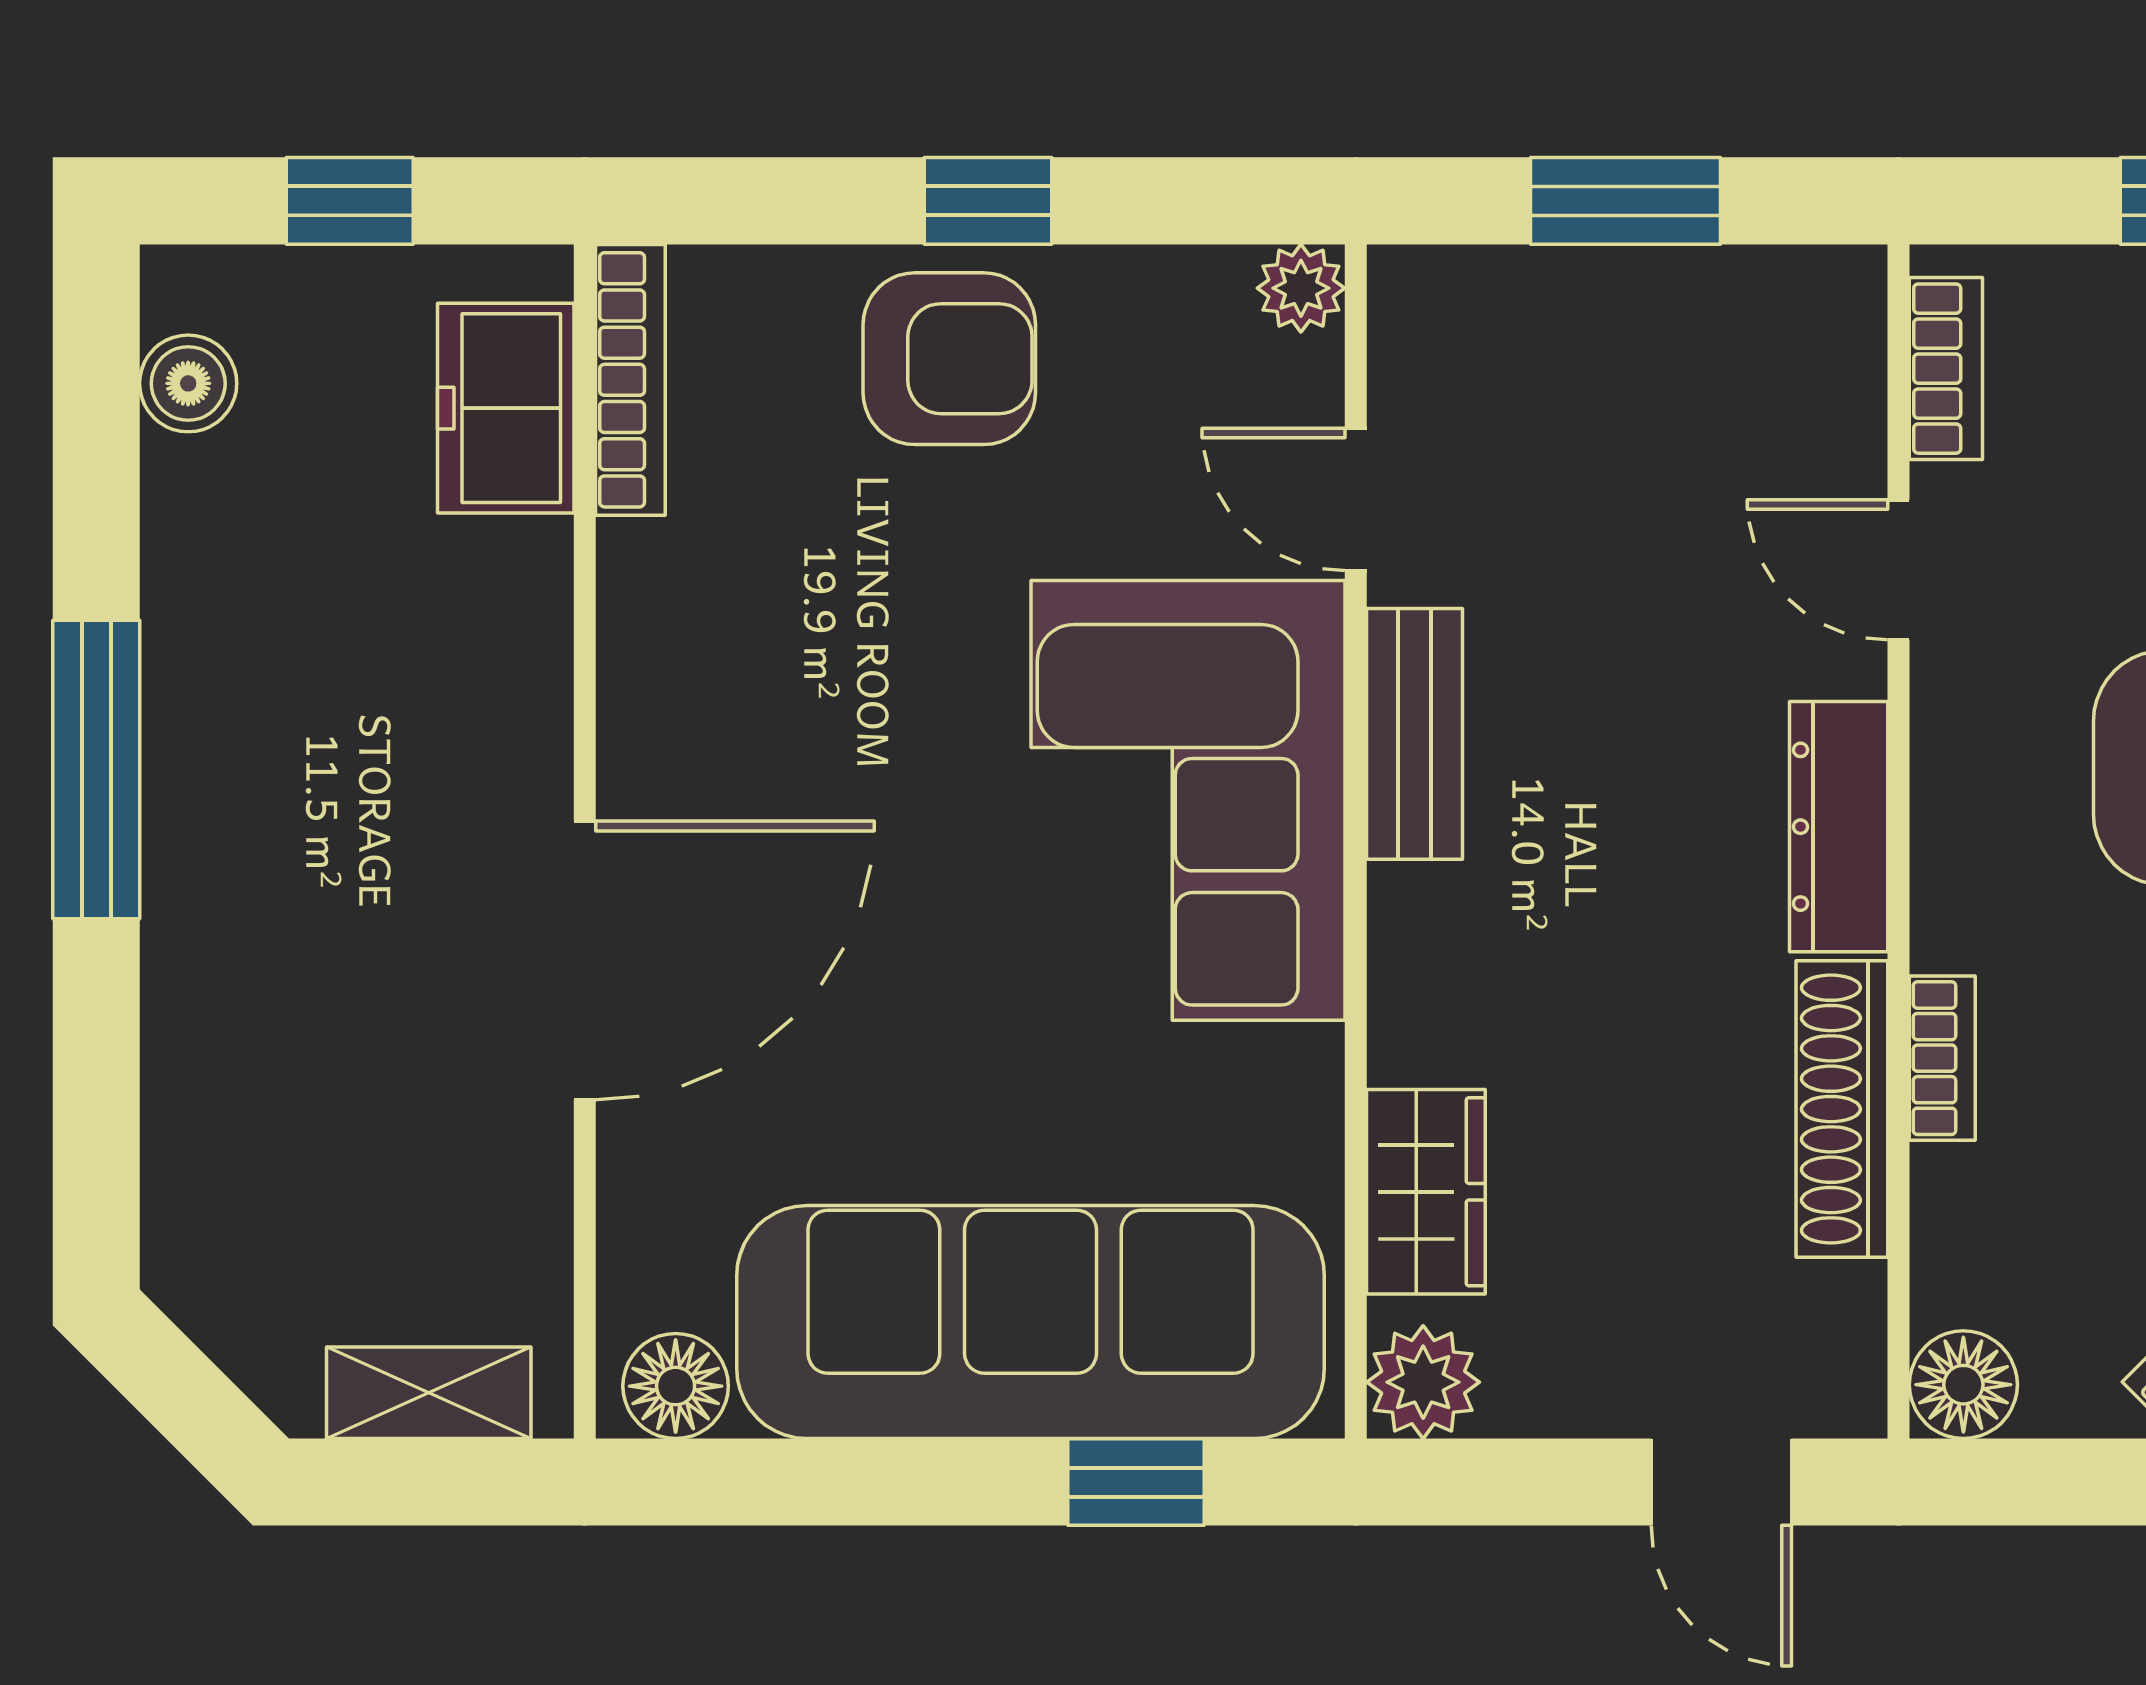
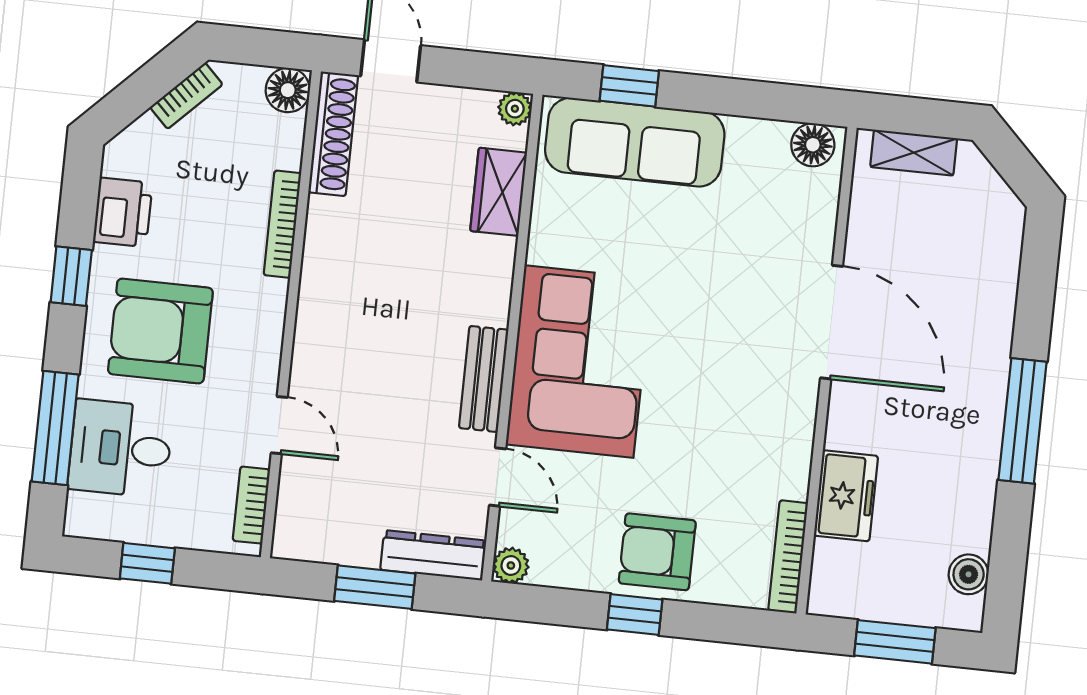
window: (350, 201) -> (895, 642), width x1.50
freezer: (506, 408) -> (846, 496), moved
dresser: (1839, 827) -> (433, 555), moved, turned -90
door: (585, 960) -> (832, 322), swing flipped
bookcase: (1942, 1058) -> (282, 224), width x1.56
shoe rack: (1842, 1109) -> (333, 134), moved
sofa: (1031, 1322) -> (635, 142), width x0.74, depth x0.79
plant: (1423, 1382) -> (515, 109), width x0.73, depth x0.73

